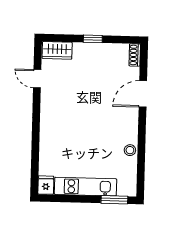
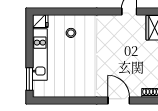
stool: (130, 150) -> (71, 33), moved

